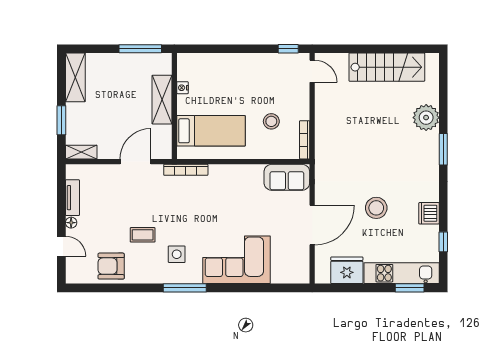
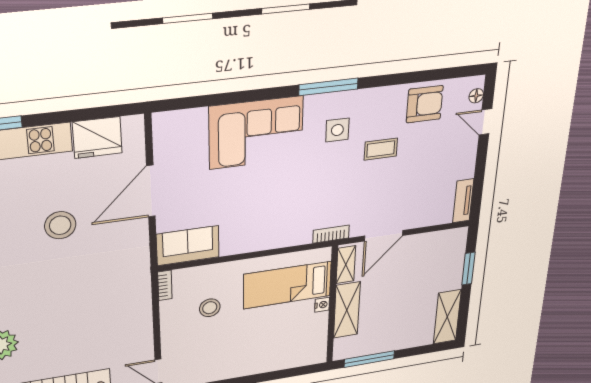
nightstand: (182, 88) -> (322, 305), moved
bookcase: (305, 140) -> (165, 285), width x0.64
shelving: (81, 152) -> (346, 265), moved, turned 90
bookcase: (186, 170) -> (331, 234), width x0.64
tv unit: (72, 198) -> (463, 201), moved
floor lamp: (71, 223) -> (476, 96), moved

